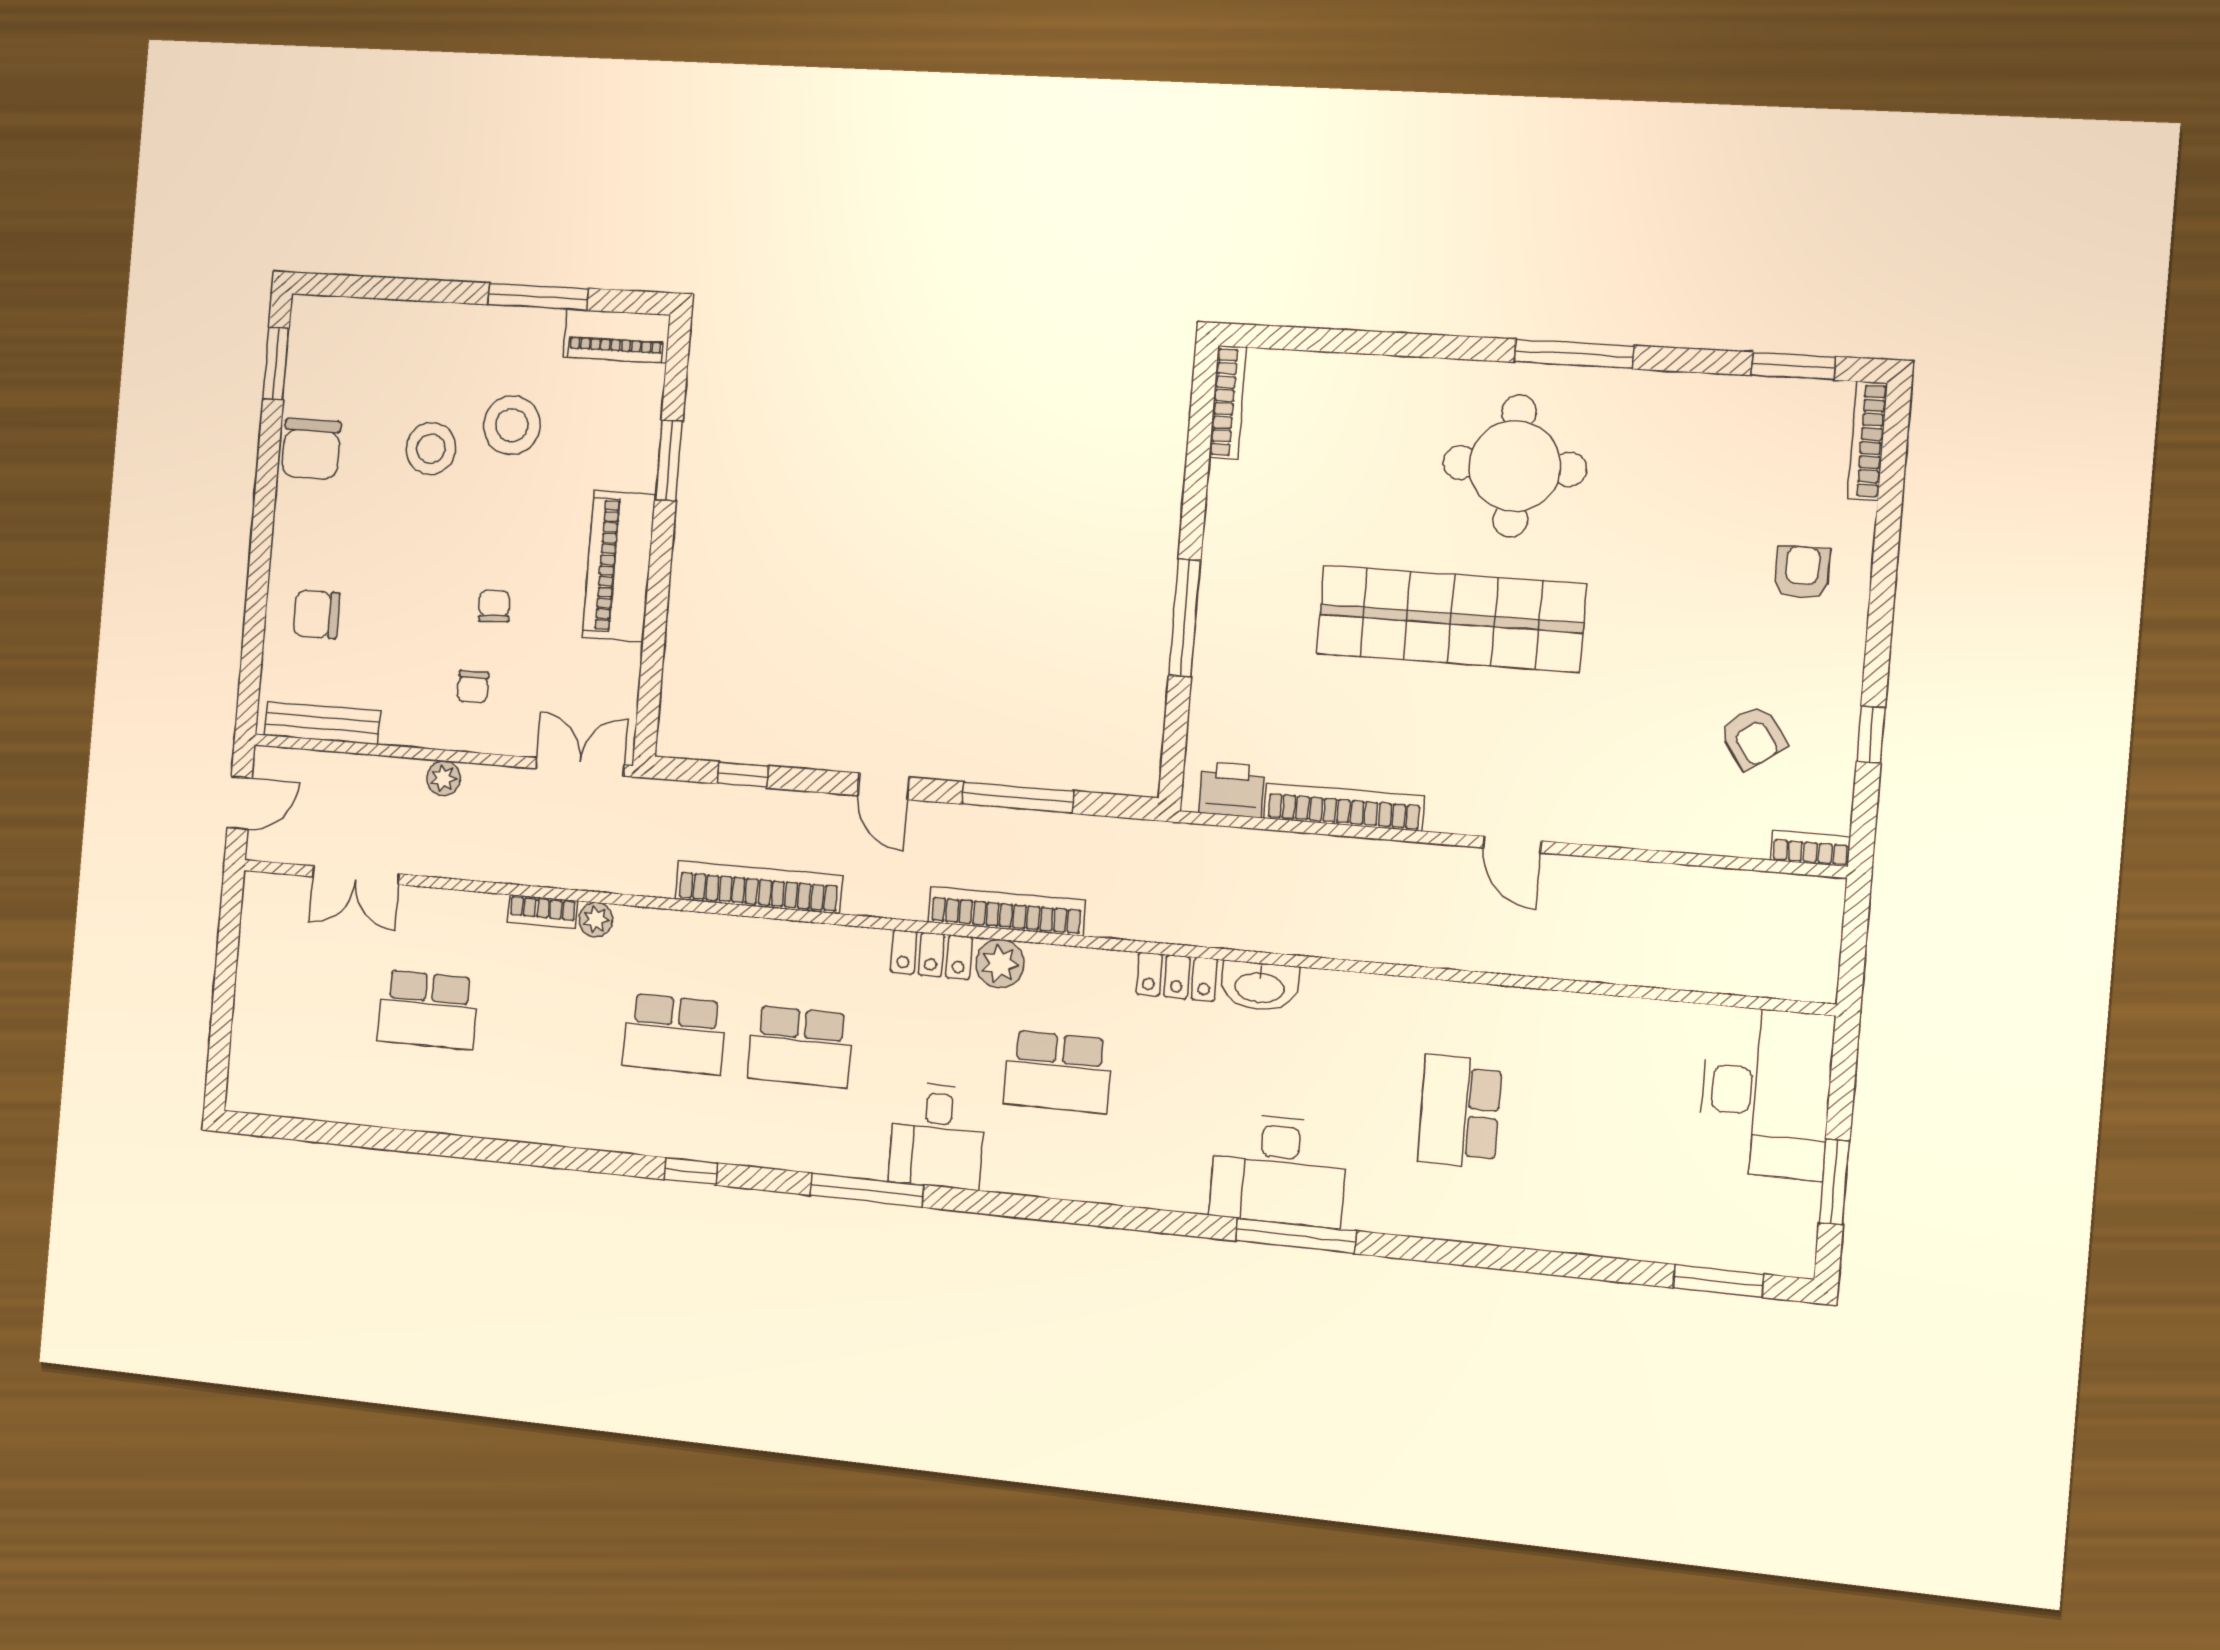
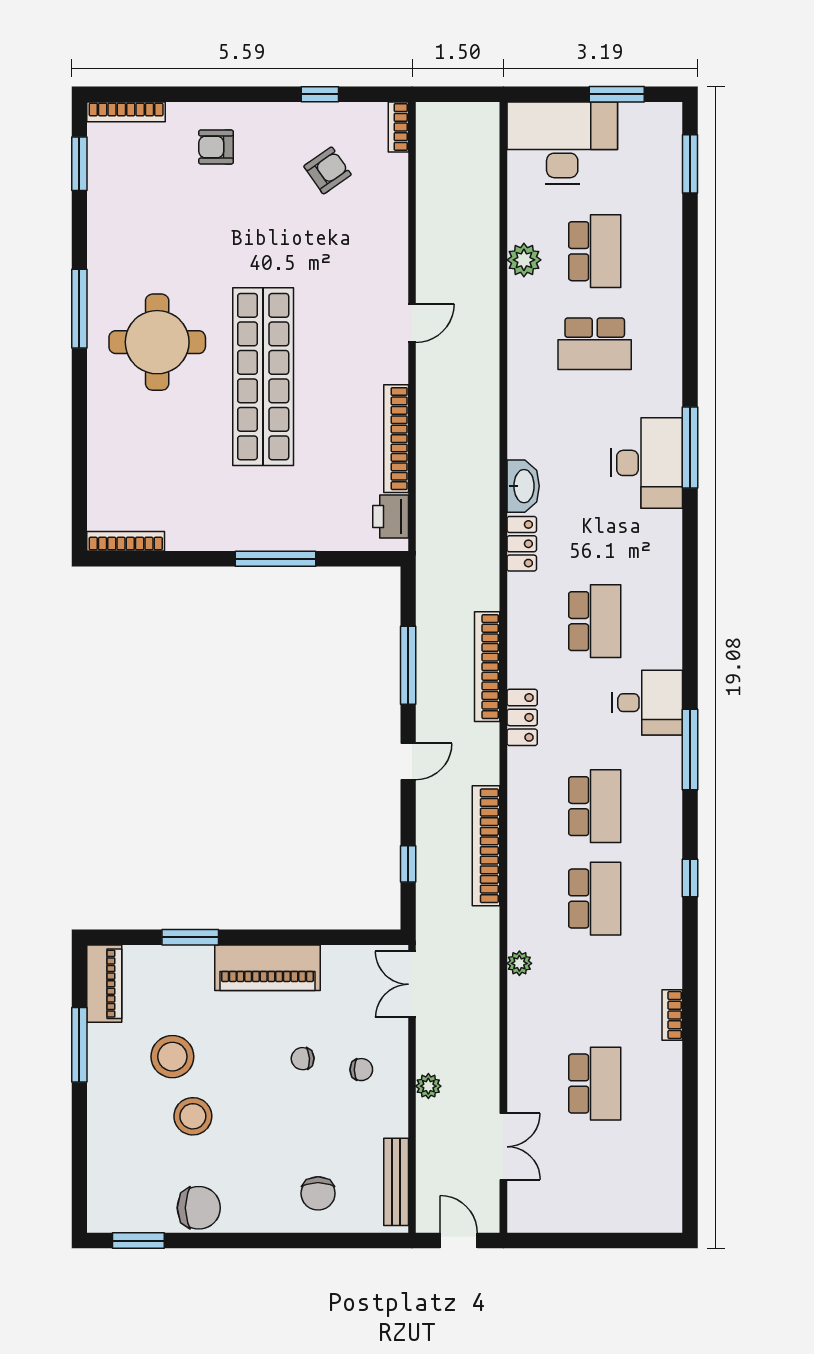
bookcase: (543, 912) -> (672, 1015), moved, turned 180
plant: (1000, 964) -> (524, 260), moved
school desk: (1598, 1125) -> (595, 251), added

